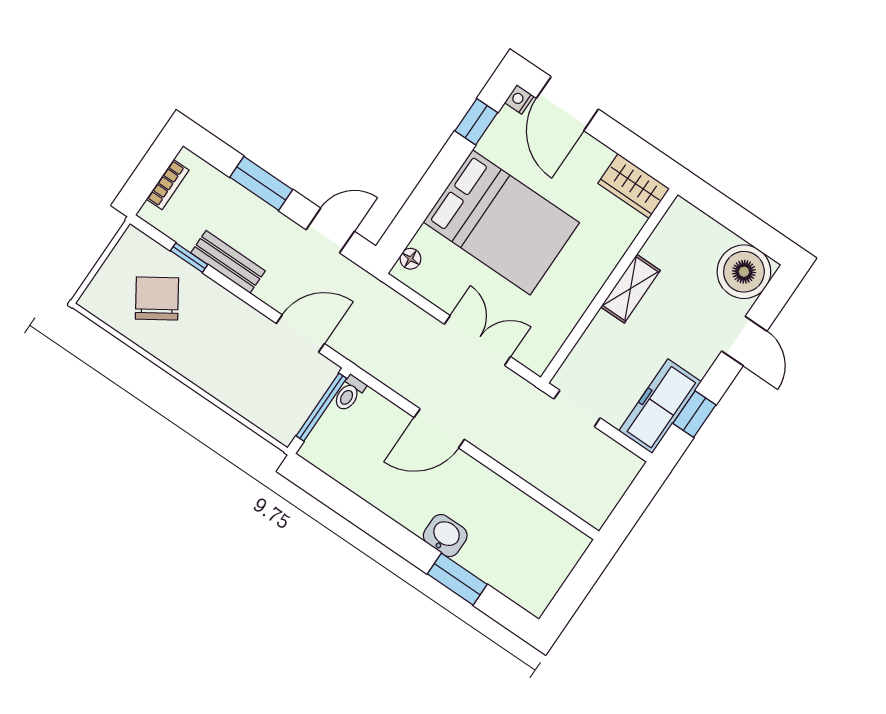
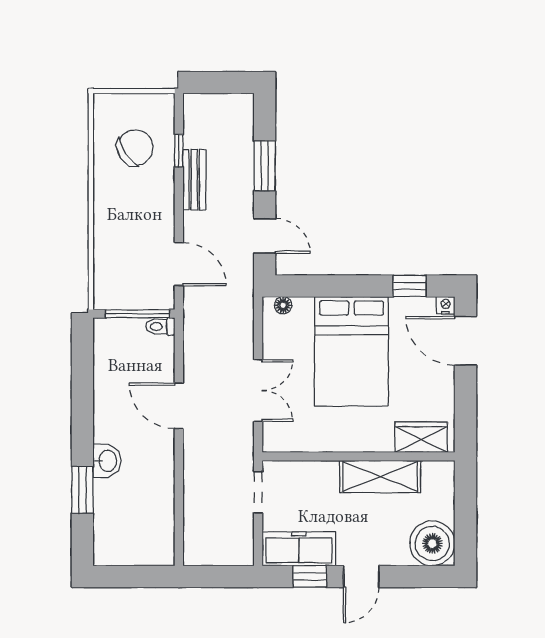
door: (567, 104) -> (465, 341), hinge flipped
bookcase: (168, 185) -> (219, 101), removed
wardrobe: (634, 186) -> (421, 437), moved, turned 90
shelving: (630, 289) -> (380, 476), width x1.50, depth x1.33
door: (744, 341) -> (361, 577), moved

